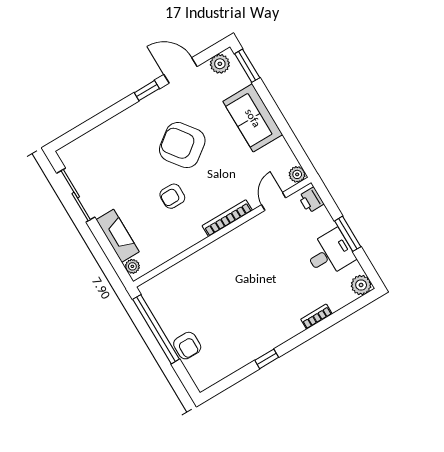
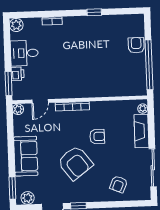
armchair: (109, 148) -> (119, 184), added
printer: (311, 200) -> (18, 74), moved
window: (348, 234) -> (9, 84), moved

